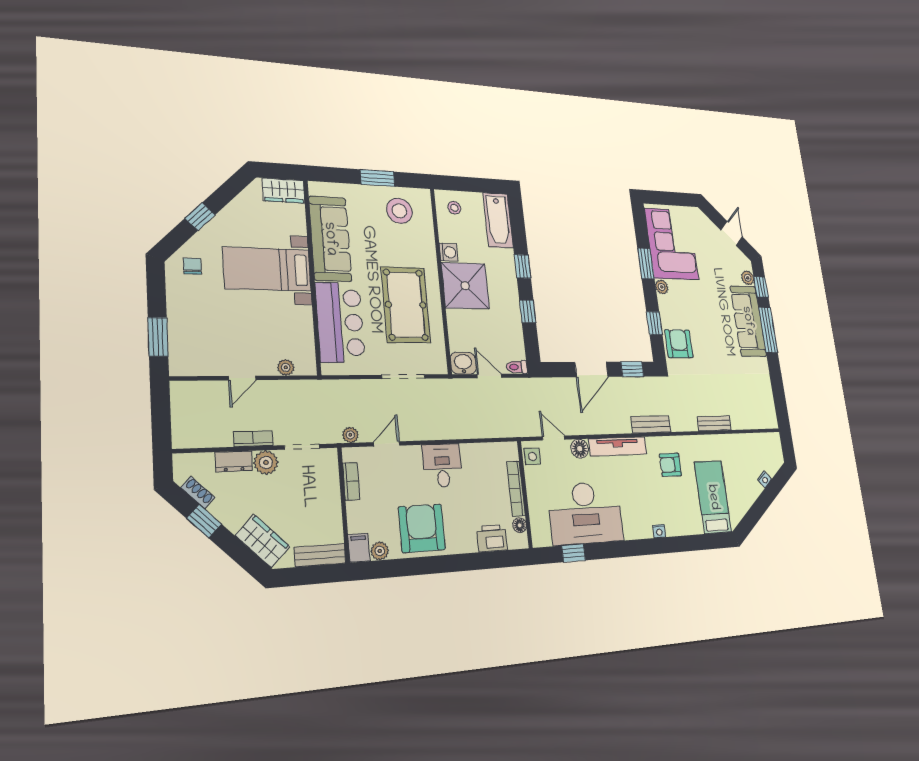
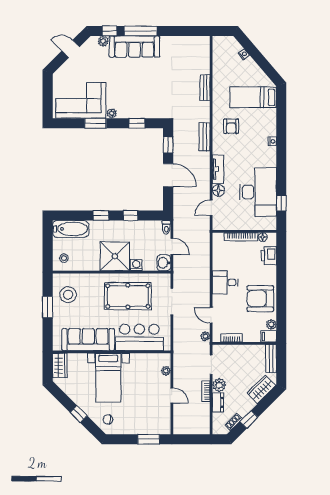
washing machine: (449, 252) -> (136, 265), moved
armchair: (679, 344) -> (151, 106), removed
door: (489, 376) -> (172, 246), swing flipped
tv unit: (618, 446) -> (218, 169), width x0.71
side table: (532, 456) -> (222, 224), removed

